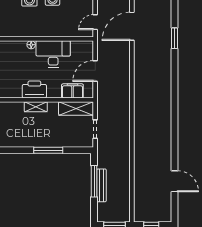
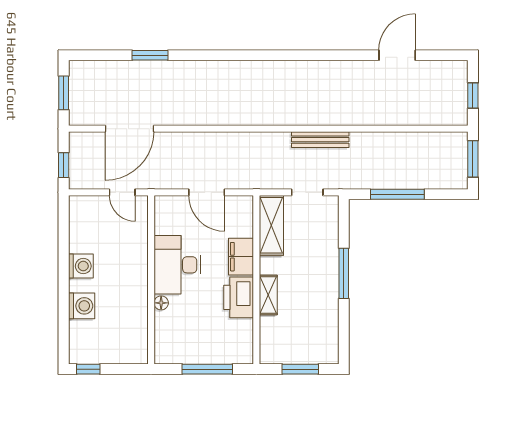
door: (132, 26) -> (129, 129), hinge flipped
filing cabinet: (72, 91) -> (241, 257), moved
bench: (102, 185) -> (320, 140), moved

